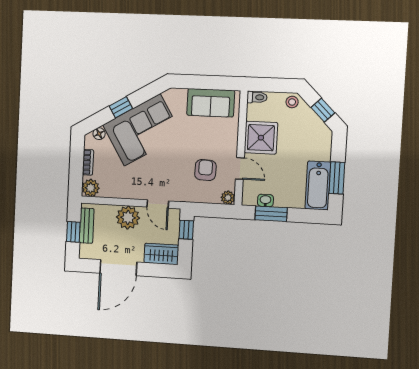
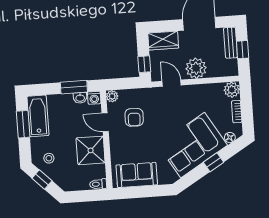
stool: (292, 102) -> (49, 158), moved
washing machine: (249, 198) -> (94, 98), added
bench: (87, 226) -> (230, 43), moved

